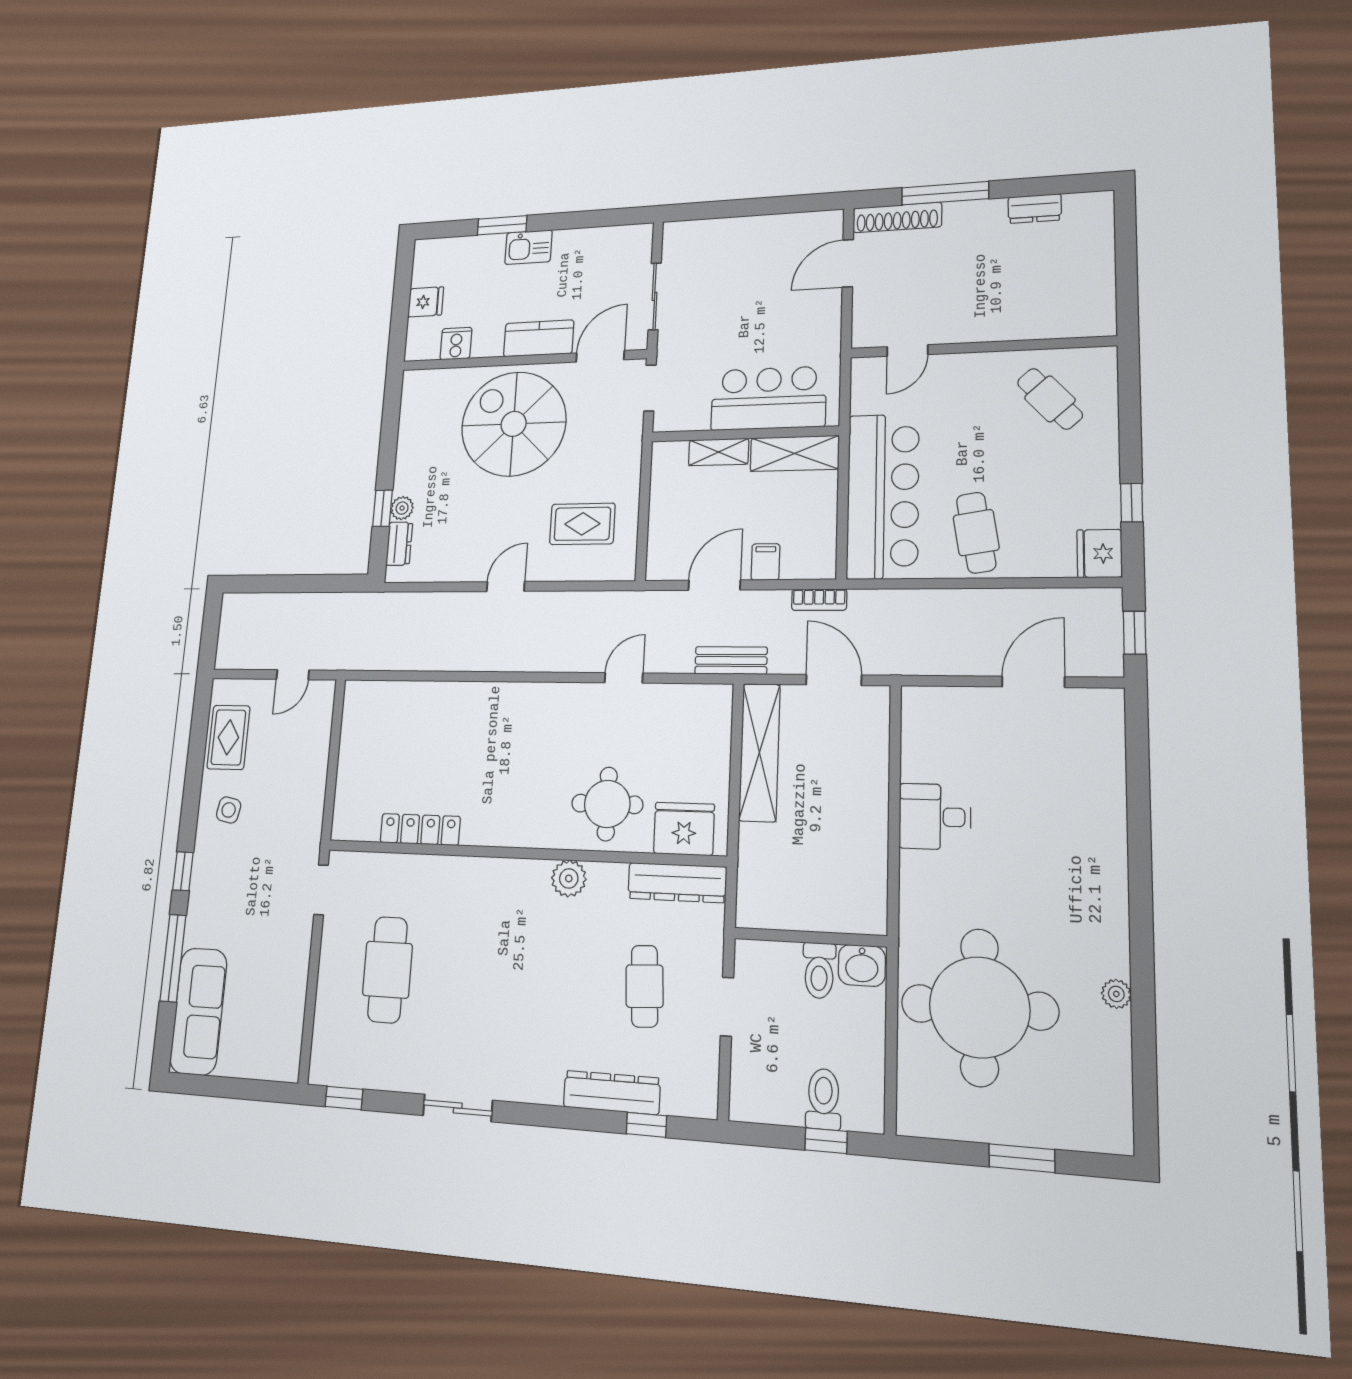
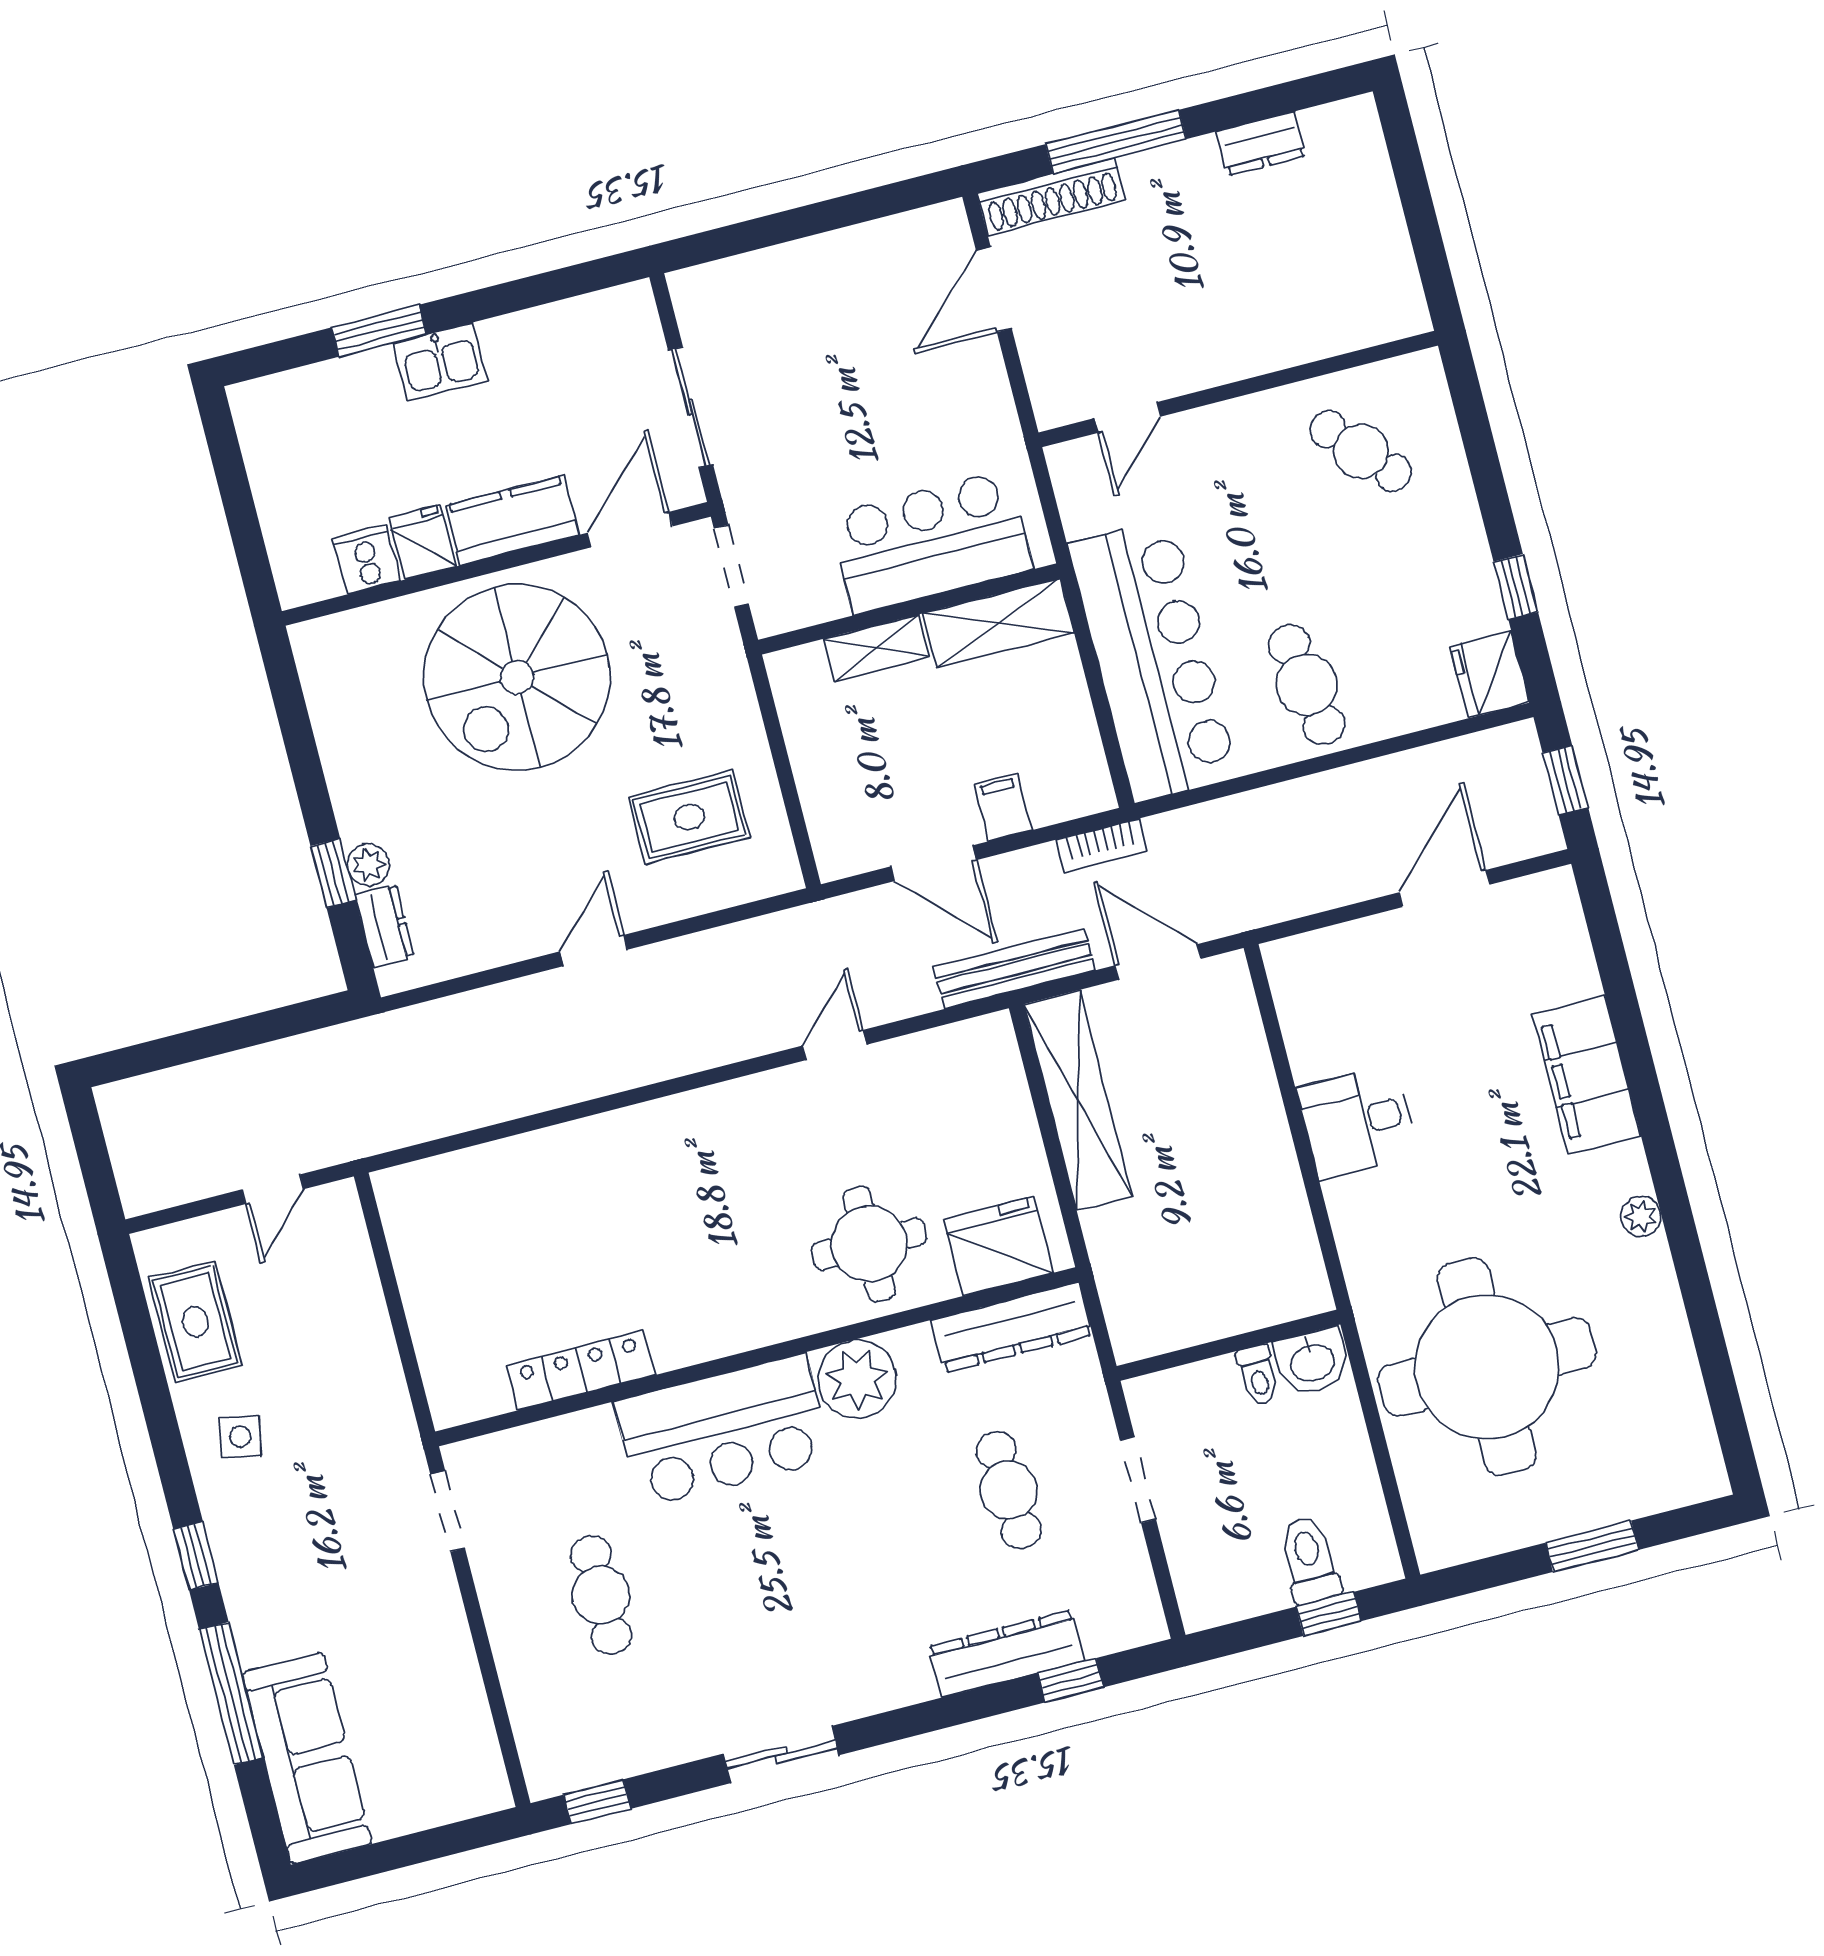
fridge: (426, 302) -> (422, 542), moved, turned -90
spiral stairs: (514, 424) -> (517, 677), turned -90
door: (714, 585) -> (934, 863), swing flipped
bench: (731, 660) -> (1014, 969), width x1.36
filing cabinet: (1100, 830) -> (1587, 1075), added
plant: (569, 878) -> (857, 1379), width x1.36, depth x1.36
bar counter: (488, 892) -> (723, 1430), added
cafe table: (387, 970) -> (601, 1595), width x0.73, depth x0.74
toilet: (819, 970) -> (1258, 1375), width x0.73, depth x0.72
plant: (1116, 994) -> (1641, 1216), moved

